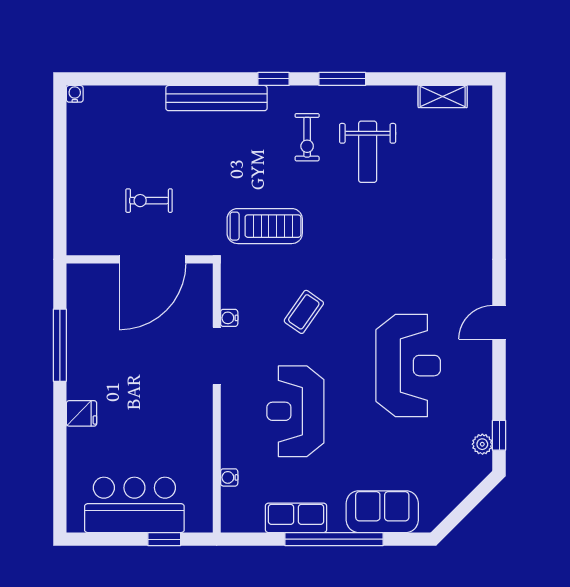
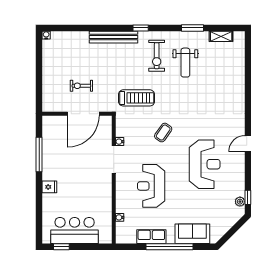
window: (342, 79) -> (193, 28), moved
exercise bike: (307, 137) -> (157, 56), width x1.38, depth x1.39
coffee table: (304, 312) -> (163, 133), moved
window: (164, 539) -> (61, 247), moved

